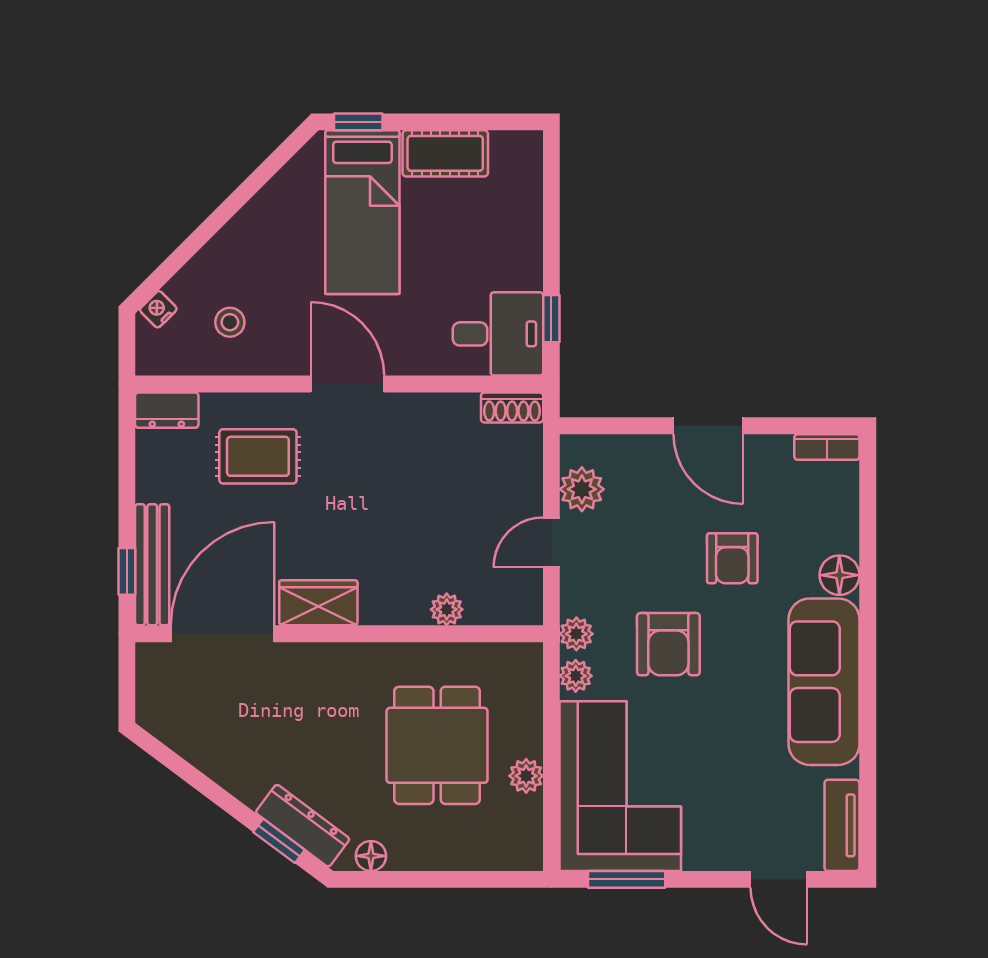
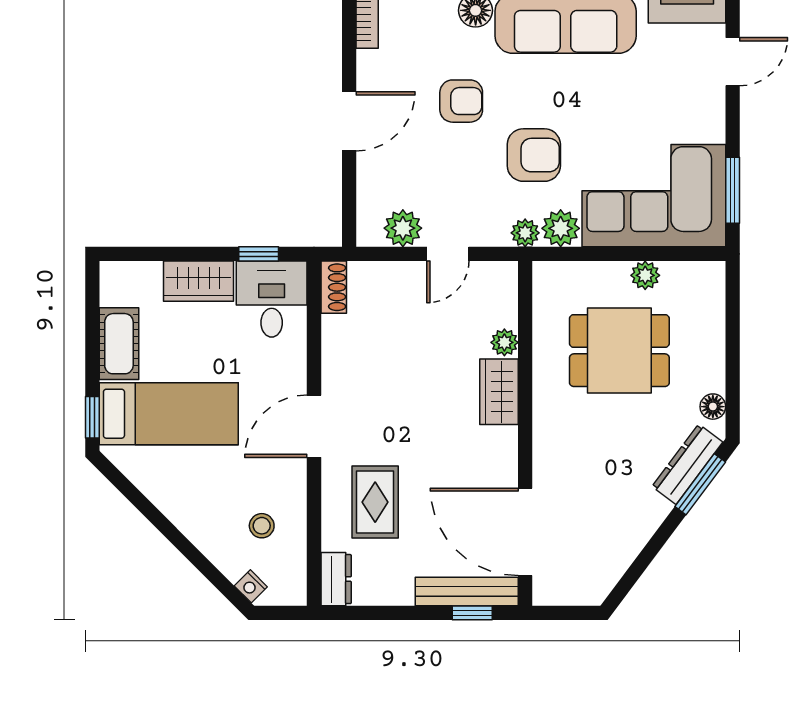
wardrobe: (519, 248) -> (199, 281), added
door: (551, 542) -> (448, 254), hinge flipped
wardrobe: (318, 603) -> (499, 392), moved
plant: (576, 676) -> (561, 228), width x1.38, depth x1.38
window: (279, 841) -> (700, 484), width x1.50

